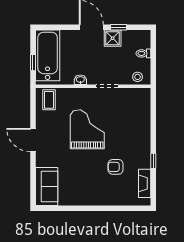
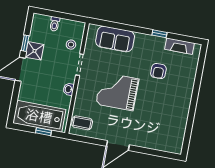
stool: (137, 77) -> (71, 45), moved
sofa: (47, 186) -> (115, 39), moved, turned 180

